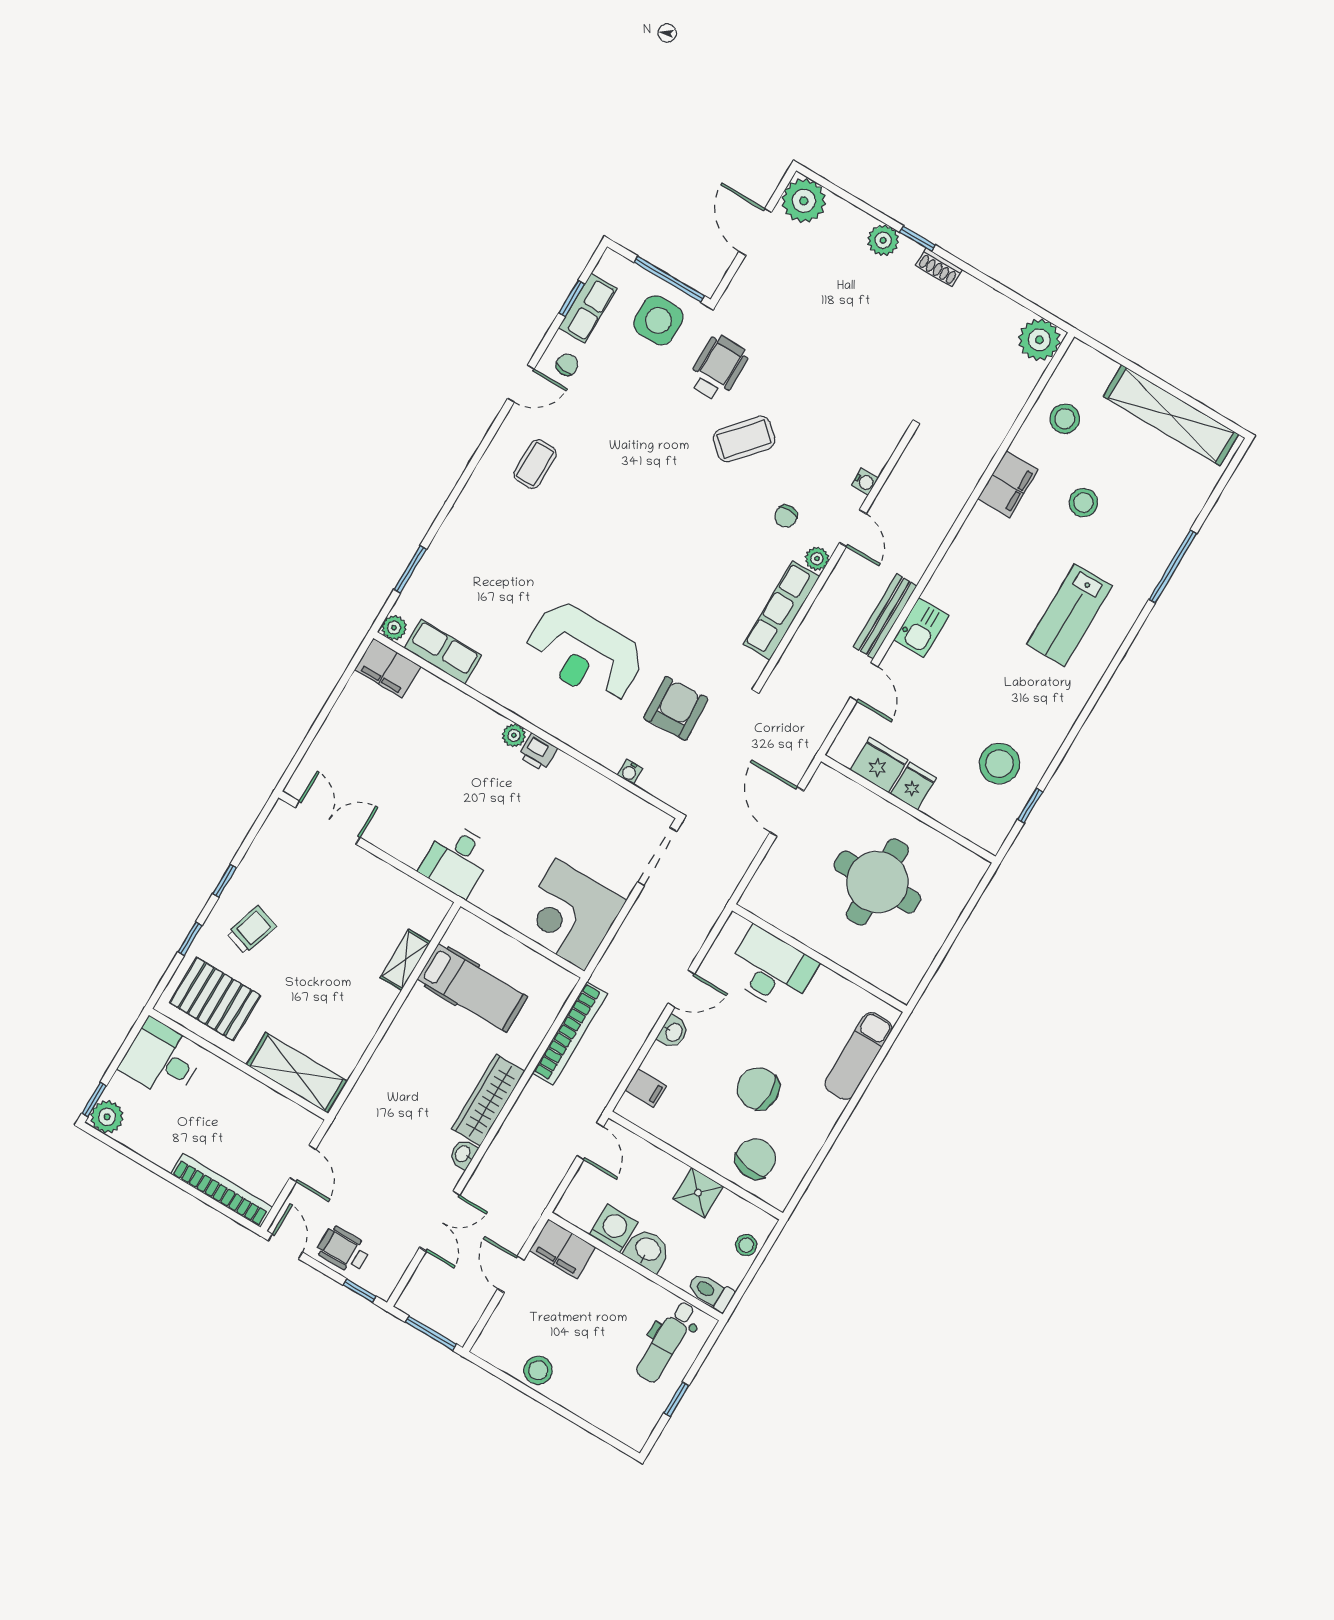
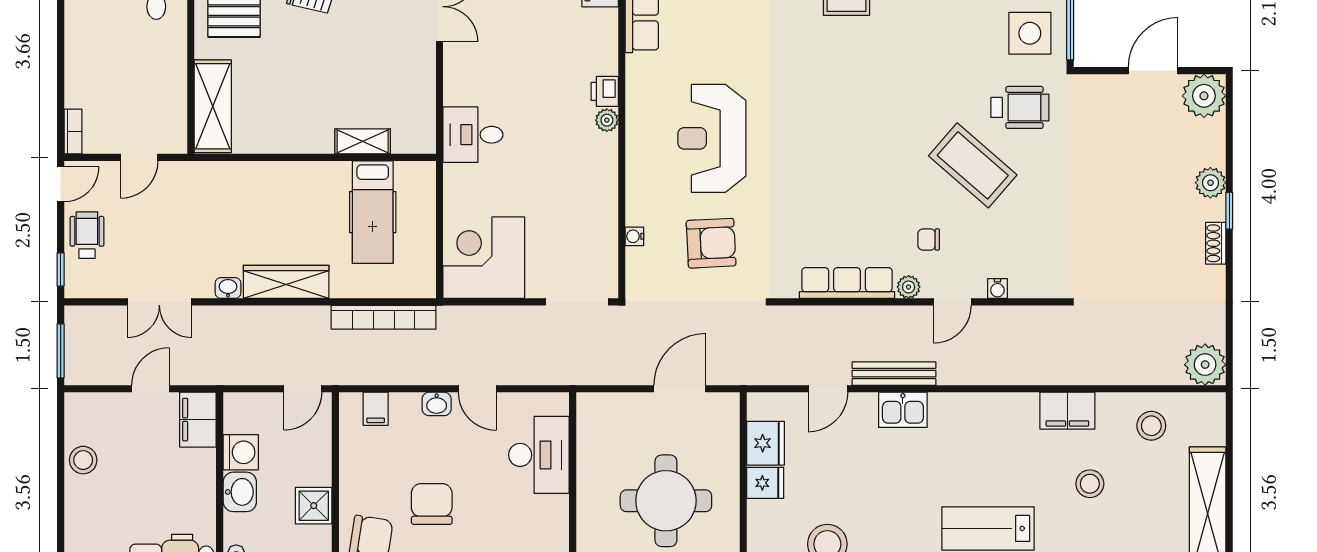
coffee table: (744, 439) -> (973, 165), width x1.36, depth x1.32
printer: (538, 752) -> (605, 91), moved
bookcase: (221, 1190) -> (73, 132), width x0.43, depth x0.76

